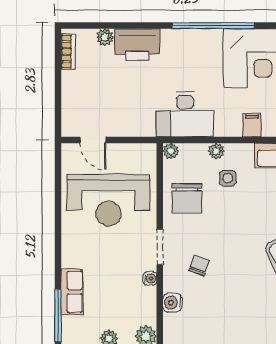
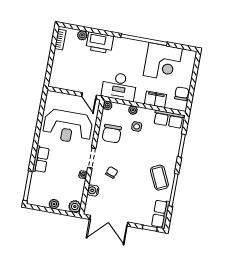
filing cabinet: (252, 125) -> (156, 99), width x2.00
door: (93, 140) -> (89, 96), moved
row of seats: (72, 292) -> (41, 159), moved

